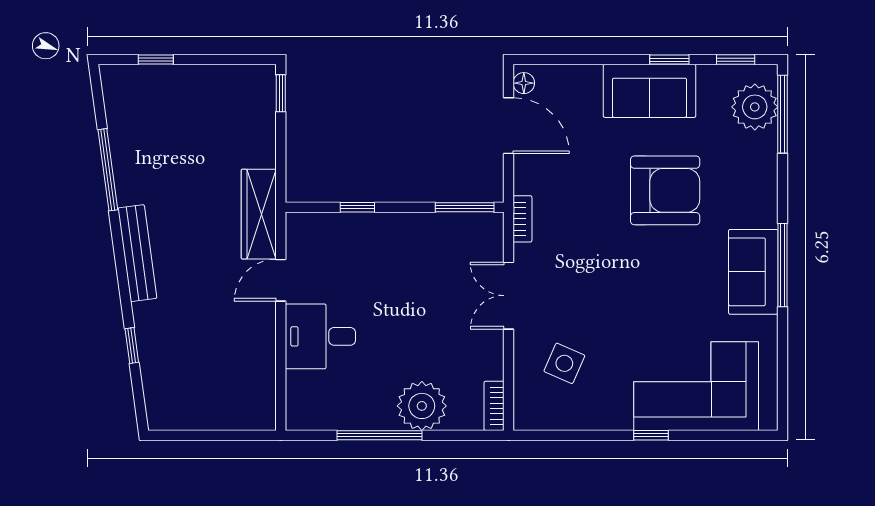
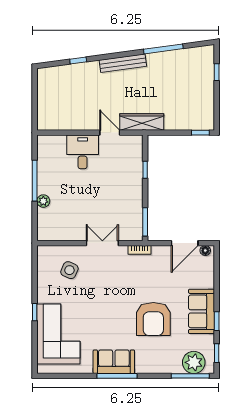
plant: (422, 406) -> (43, 201), width x0.53, depth x0.53
bookcase: (494, 406) -> (49, 236), removed

